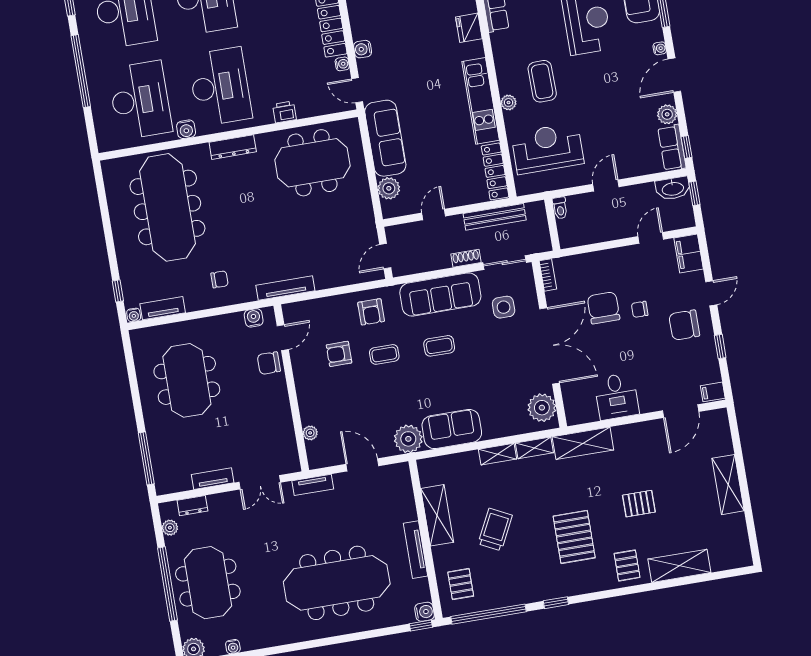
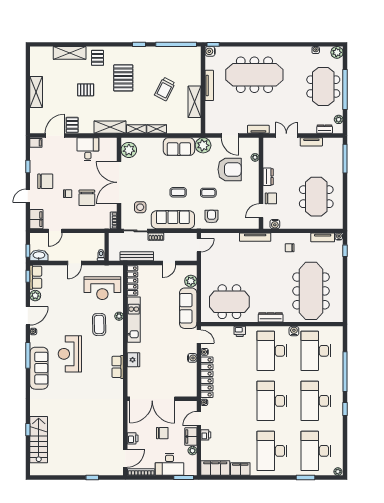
armchair: (339, 354) -> (230, 169), moved, width x1.88, depth x1.88
dresser: (281, 402) -> (268, 177), added
pallet: (461, 584) -> (72, 125), moved

